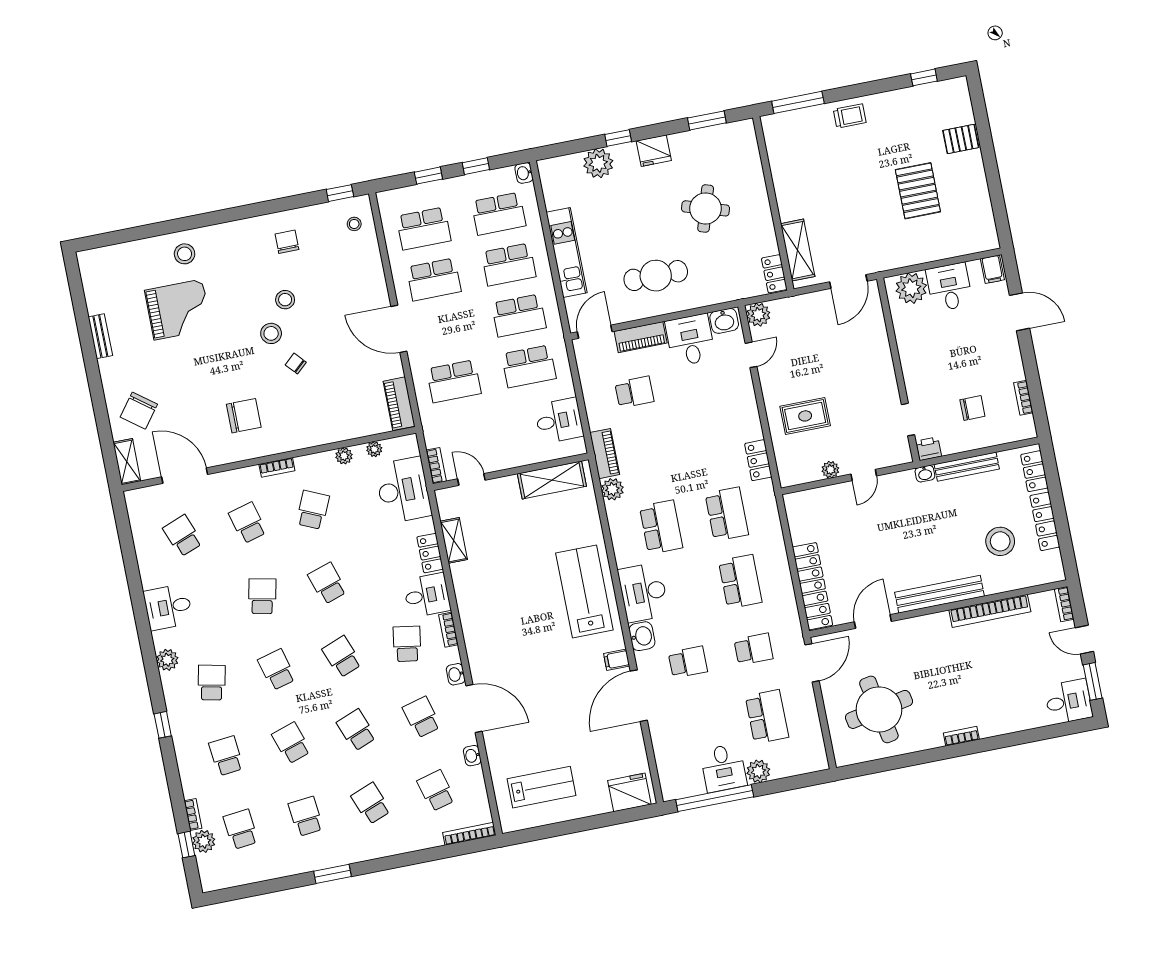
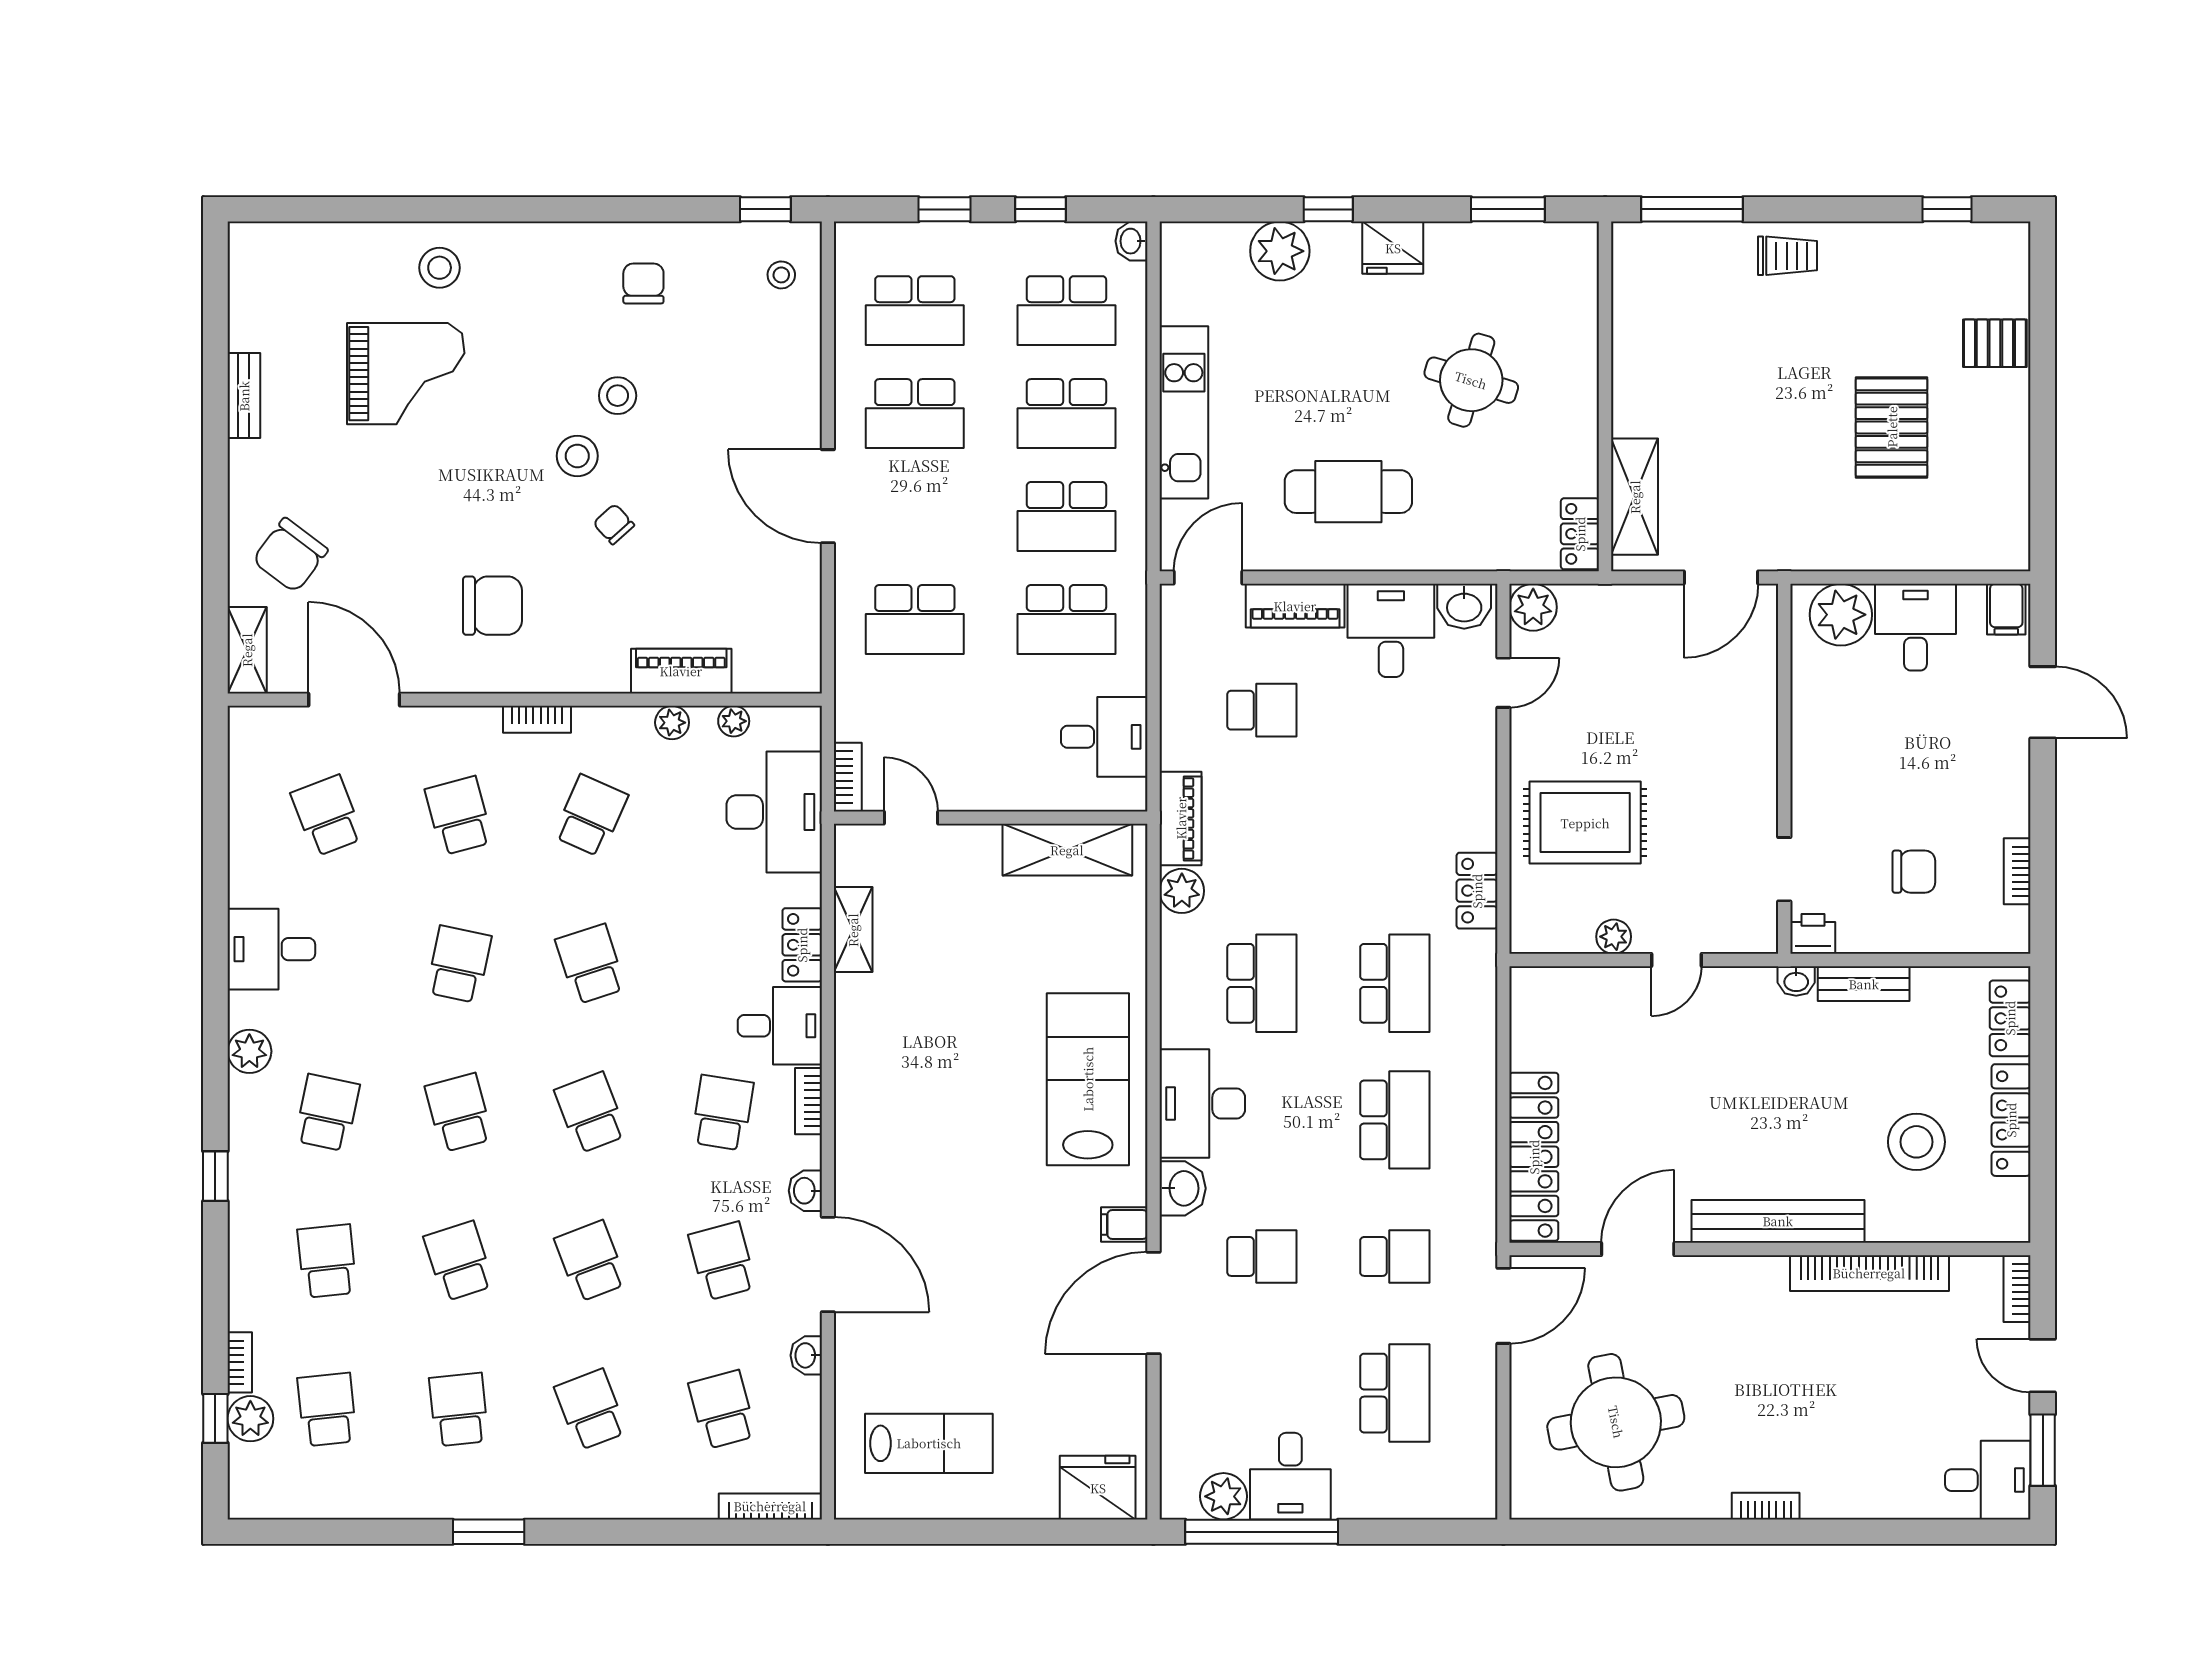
piano: (399, 404) -> (681, 671), moved, turned 90
rug: (805, 416) -> (1585, 823), width x1.36, depth x1.43
bench: (967, 467) -> (1864, 984), width x0.73
plant: (758, 771) -> (1224, 1496), moved

